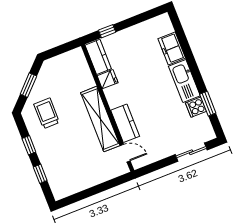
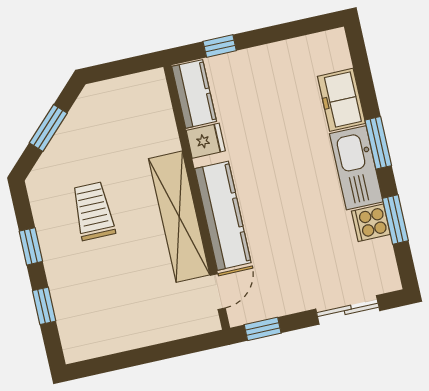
window: (193, 67) -> (378, 143), added
trolley: (47, 113) -> (93, 211), moved
kitchen counter: (125, 123) -> (223, 216), width x1.50
door: (125, 153) -> (218, 292), hinge flipped
window: (150, 168) -> (263, 329), added

